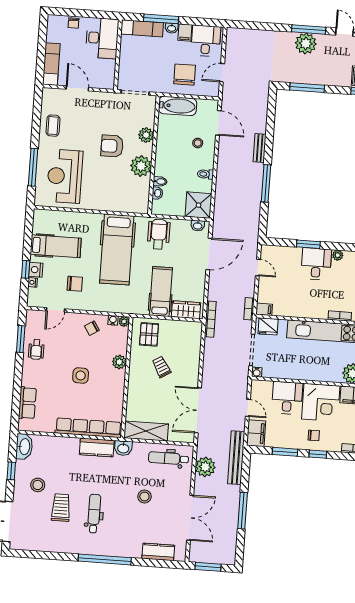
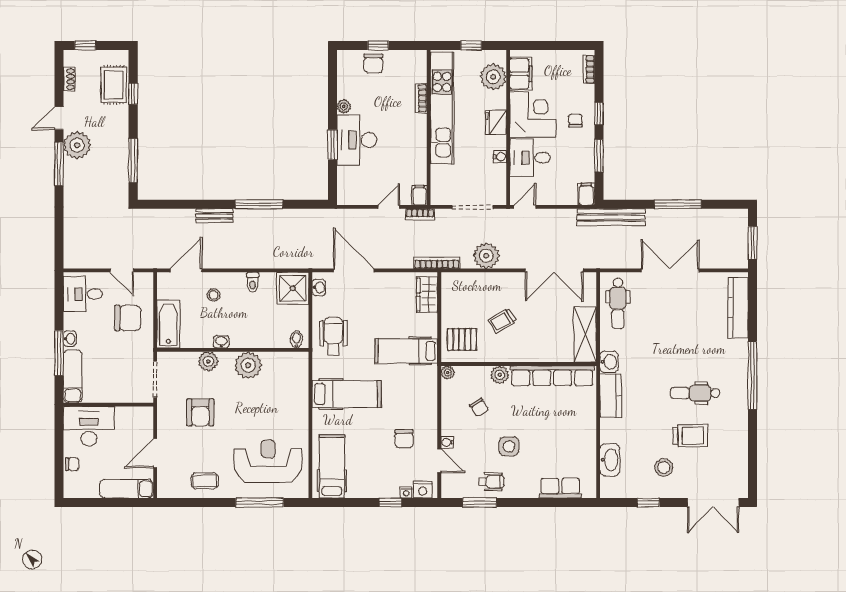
filing cabinet: (185, 33) -> (74, 321), removed
plant: (306, 43) -> (77, 145), moved
chair: (185, 75) -> (128, 318), turned 180
armchair: (112, 146) -> (200, 412), moved
reception desk: (65, 176) -> (268, 461), turned 180
bidet: (160, 181) -> (296, 339), moved
washbasin: (157, 193) -> (221, 342), moved
wheelchair: (159, 234) -> (333, 336), turned 90
hospital bed: (56, 246) -> (332, 466), moved
hospital bed: (117, 249) -> (347, 394), width x0.73, depth x0.78
desk: (316, 264) -> (357, 140), width x1.37
door: (258, 268) -> (389, 207), moved
nightstand: (36, 270) -> (423, 490), moved
chair: (75, 284) -> (404, 439), turned 180
hospital bed: (161, 291) -> (406, 351), moved
water cooler: (113, 320) -> (447, 442), moved
fridge: (268, 326) -> (496, 122), moved, turned 180
chair: (92, 328) -> (479, 407), moved
water cooler: (257, 372) -> (500, 157), moved
side table: (81, 376) -> (509, 446), moved
door: (248, 408) -> (525, 207), moved
row of seats: (88, 428) -> (552, 376), moved, turned -90
filing cabinet: (256, 433) -> (586, 194), width x0.50
washbasin: (24, 447) -> (610, 460), moved, turned 90
plant: (205, 467) -> (486, 256), moved
stool: (144, 497) -> (669, 331), removed
trolley: (61, 508) -> (690, 436), turned 180
double door: (190, 518) -> (670, 270), moved
kitchen counter: (158, 552) -> (738, 308), width x1.50

